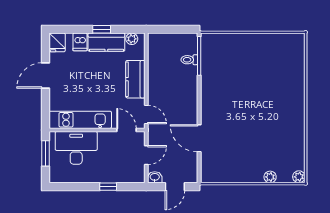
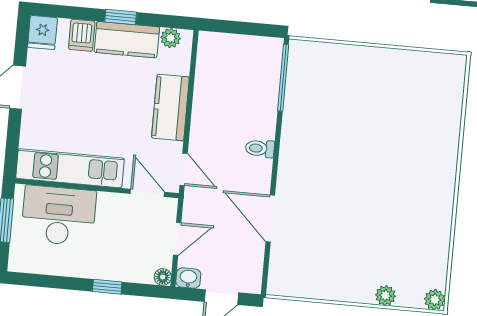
toilet: (189, 60) -> (260, 148), moved
floor lamp: (140, 178) -> (163, 277), added

